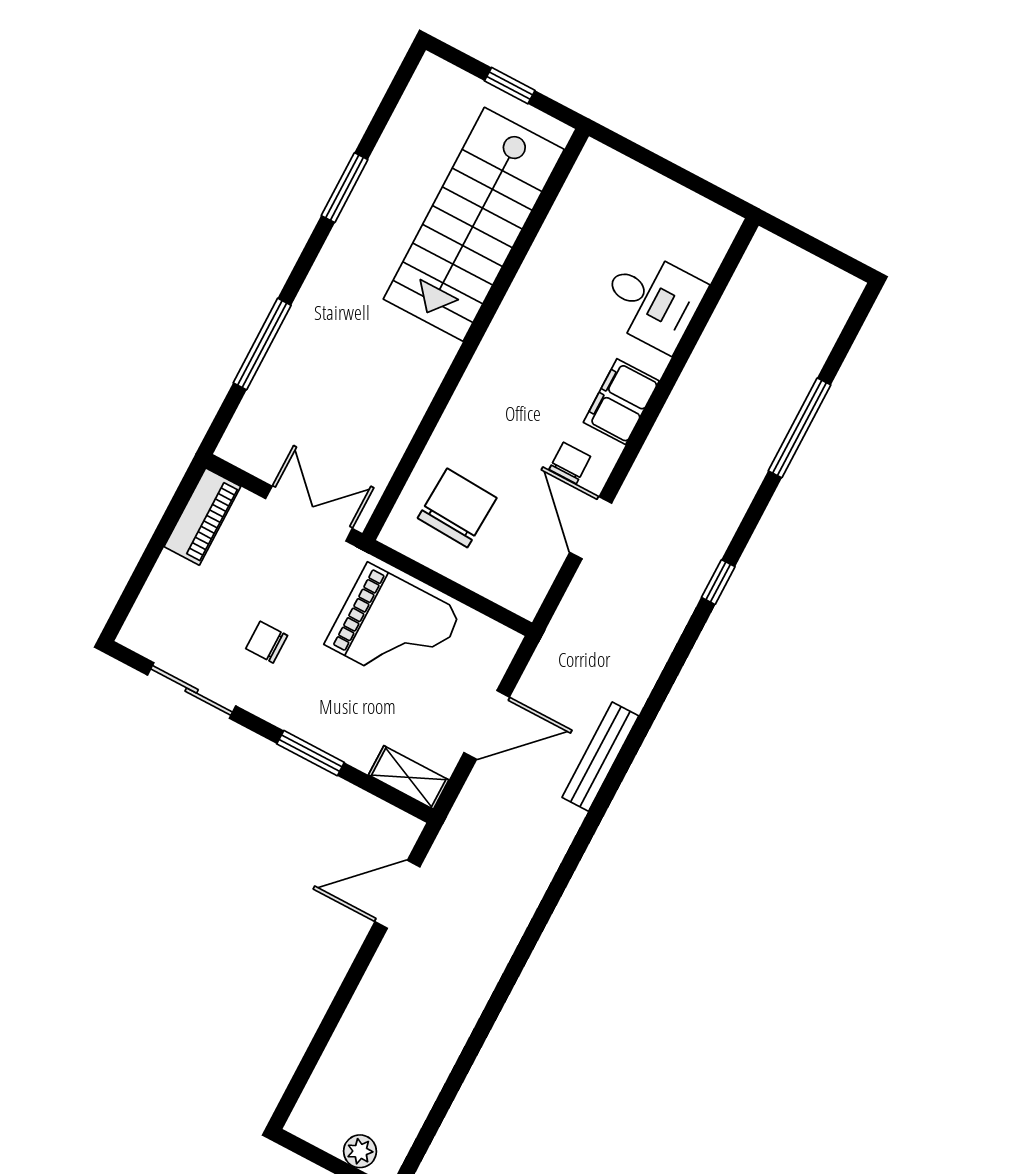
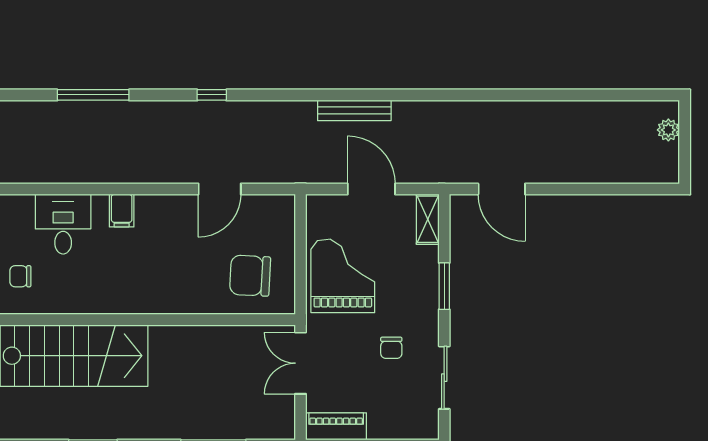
filing cabinet: (621, 402) -> (122, 211), width x0.50
chair: (570, 463) -> (20, 276), moved

